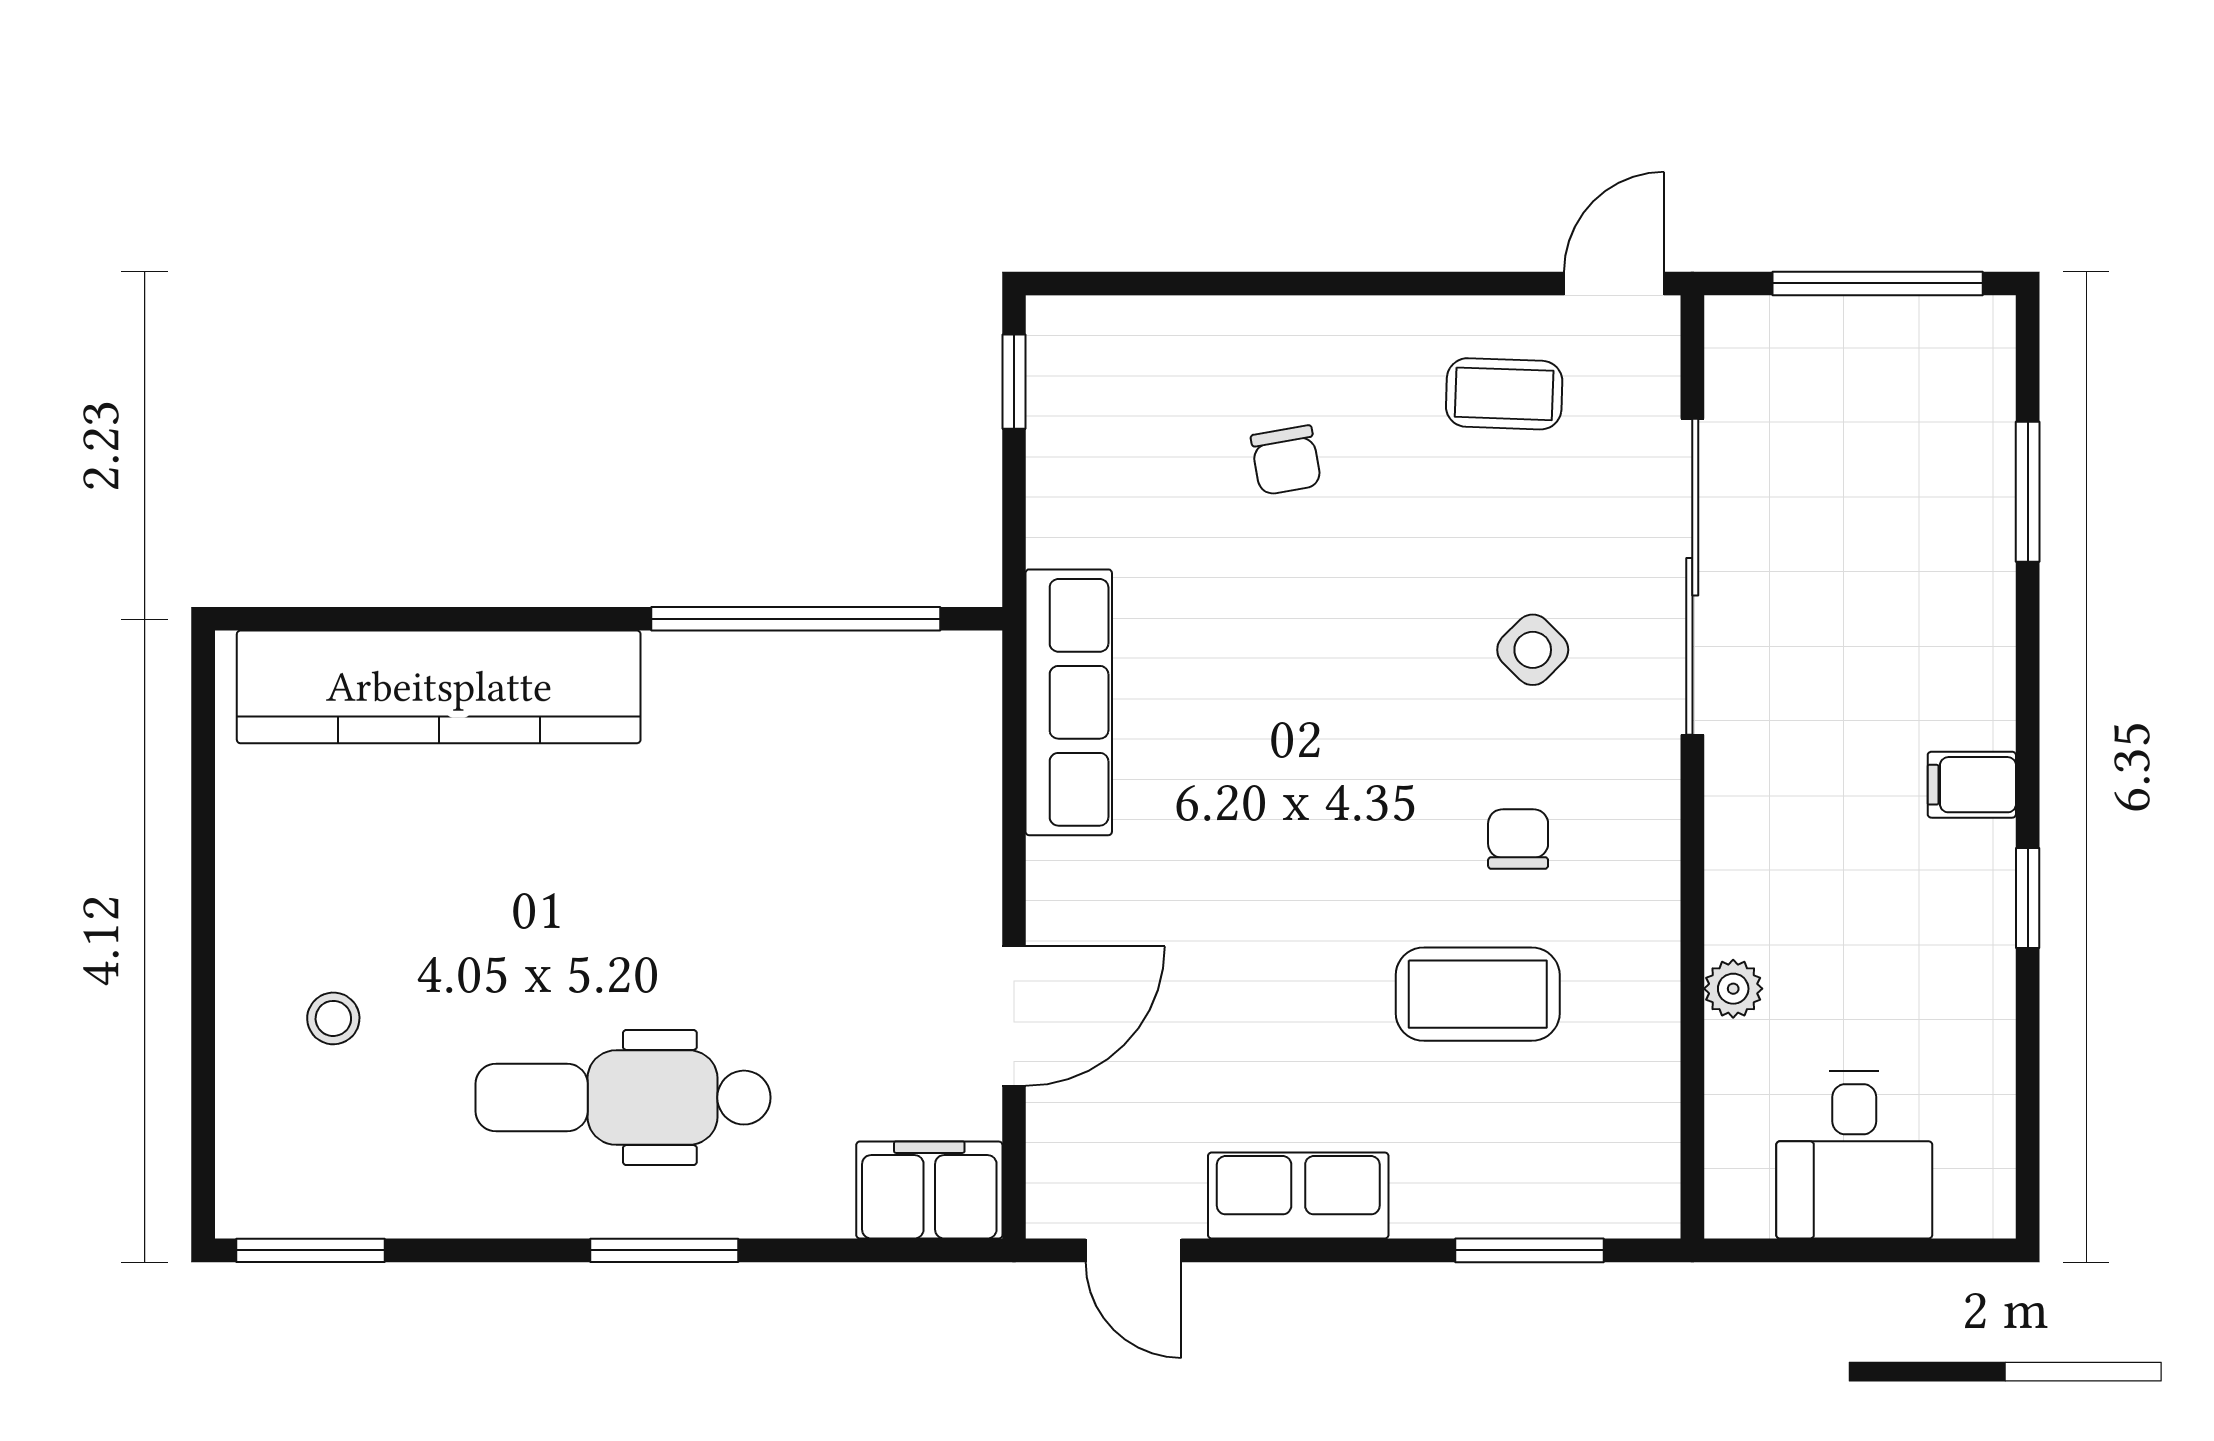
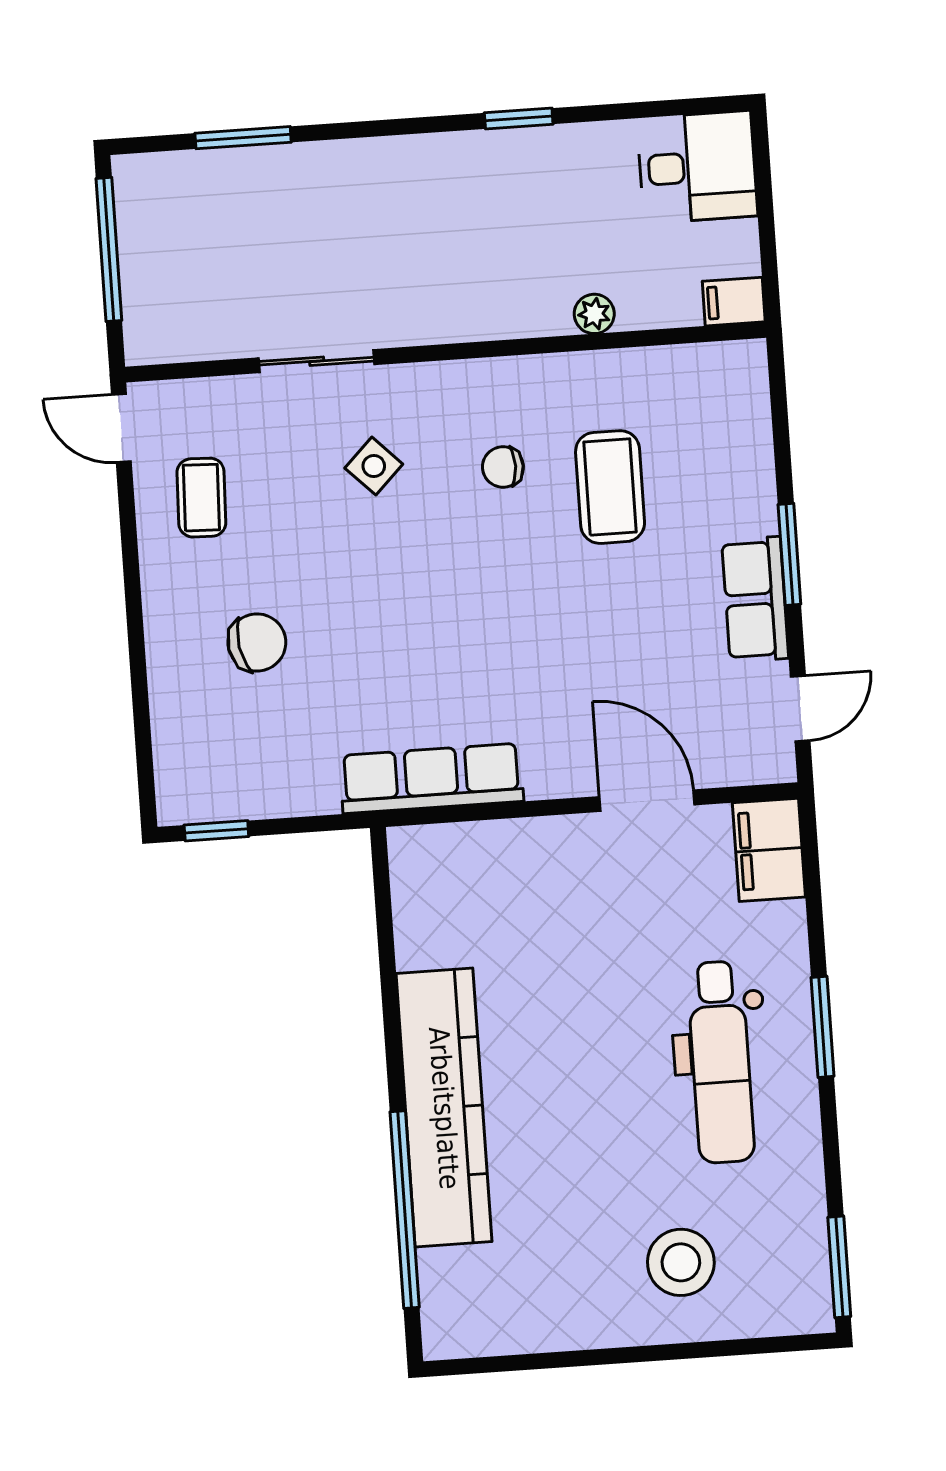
chair: (1286, 460) -> (257, 642), width x1.37, depth x1.37
sliding door: (1692, 577) -> (317, 361), width x0.54
window: (796, 619) -> (405, 1210), moved
kitchen counter: (439, 687) -> (444, 1108), moved
filing cabinet: (1972, 785) -> (734, 302), moved, turned 90
stool: (333, 1018) -> (681, 1262), width x1.89, depth x1.89
desk: (1854, 1155) -> (697, 167), moved
window: (1530, 1250) -> (789, 554), moved

